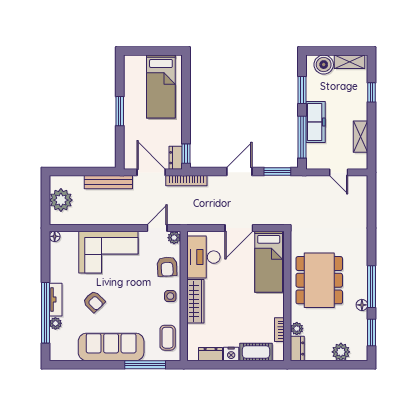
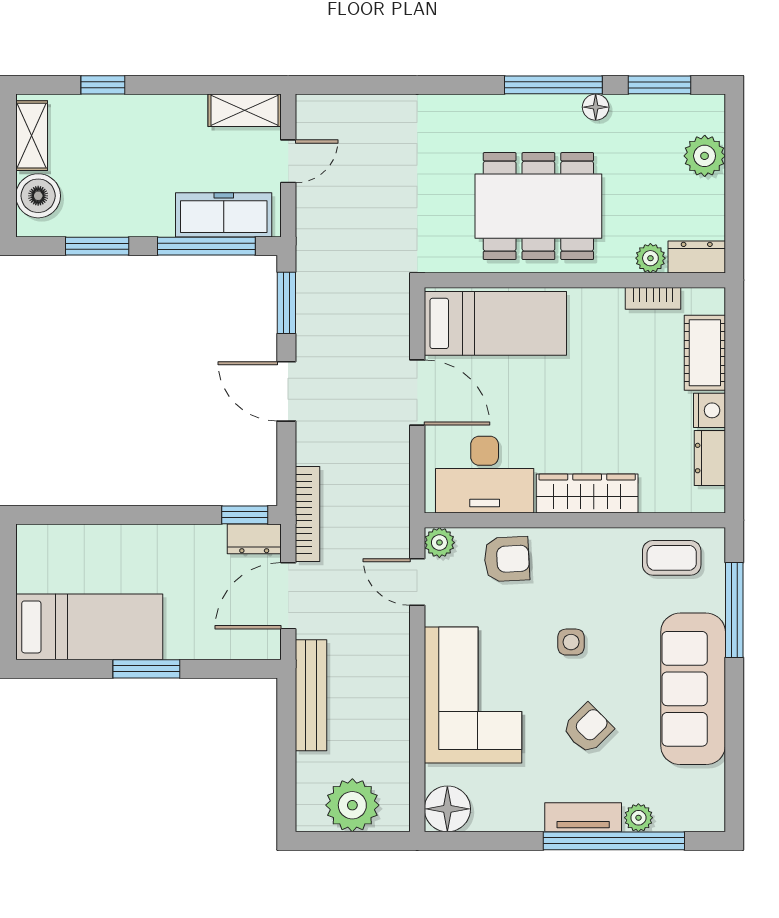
bed: (161, 87) -> (89, 627), moved
freezer: (315, 122) -> (224, 215), moved
shelving: (361, 137) -> (245, 110), moved
floor lamp: (55, 236) -> (447, 809), width x1.89, depth x1.89
side table: (170, 296) -> (571, 642), moved

